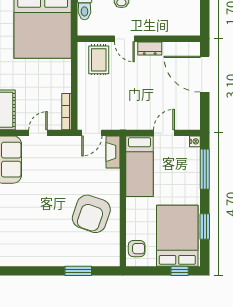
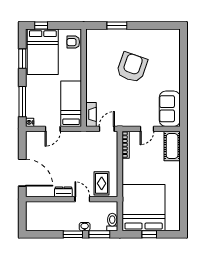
armchair: (91, 214) -> (132, 67), moved

